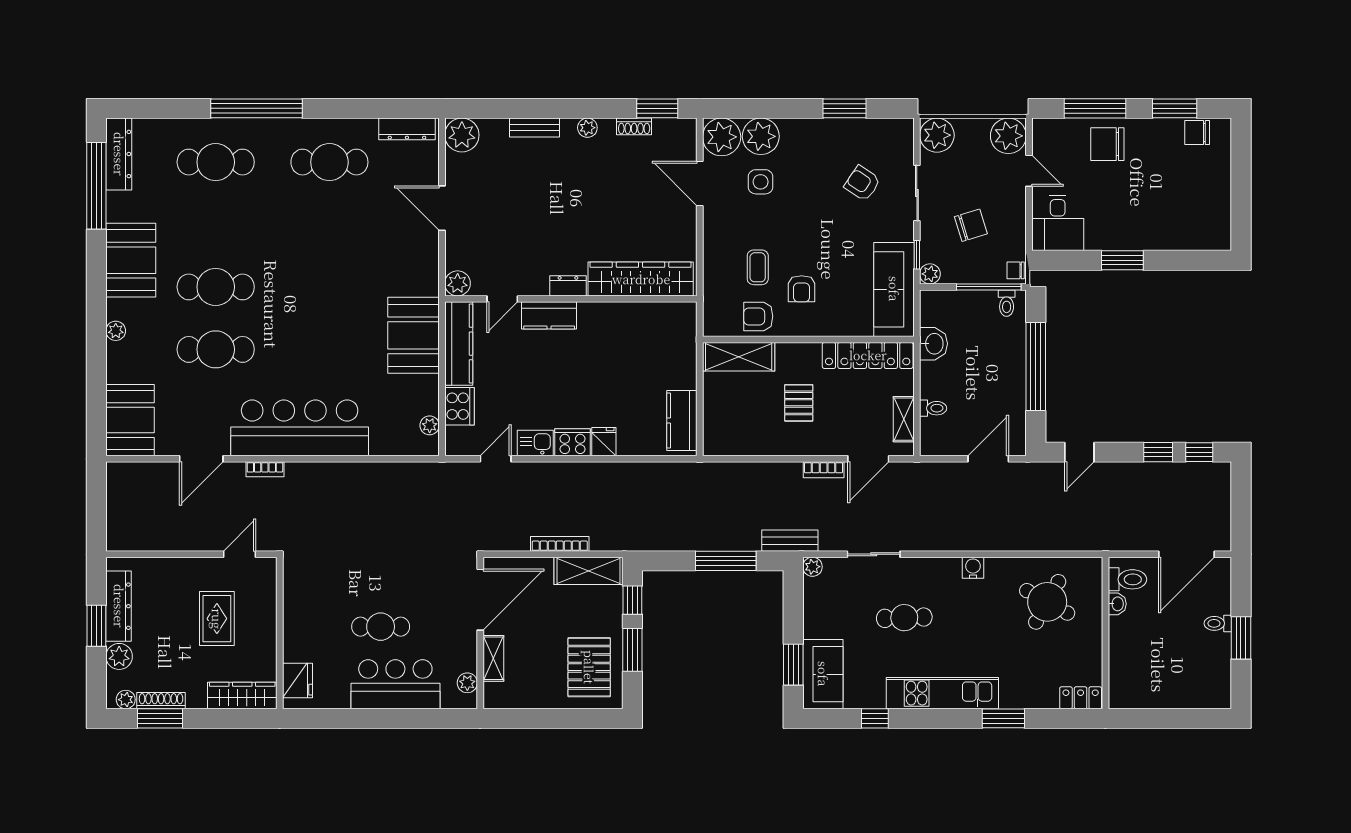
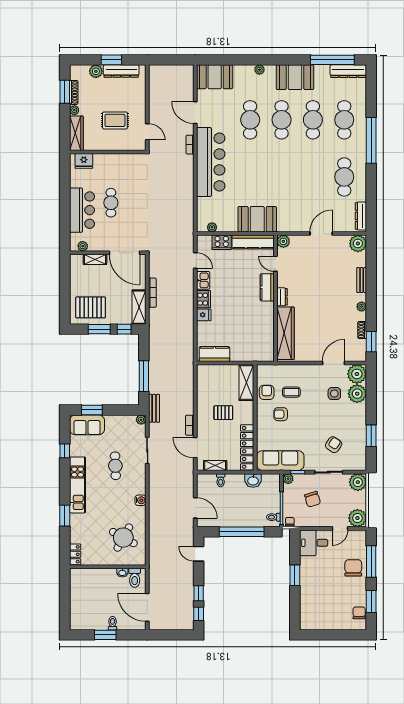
cafe table: (216, 225) -> (313, 120), added
plant: (126, 700) -> (74, 110), moved

